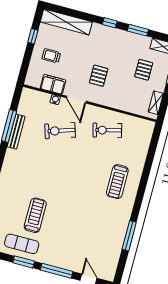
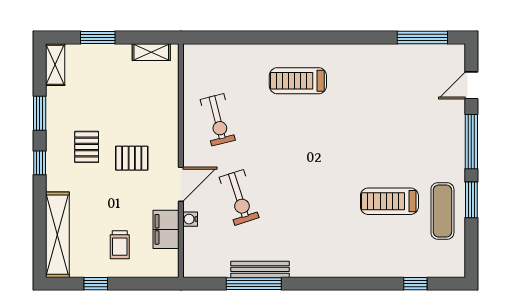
pallet: (144, 70) -> (87, 147), moved, turned 90
treadmill: (117, 182) -> (298, 81), turned 180
window: (129, 236) -> (422, 38), moved

